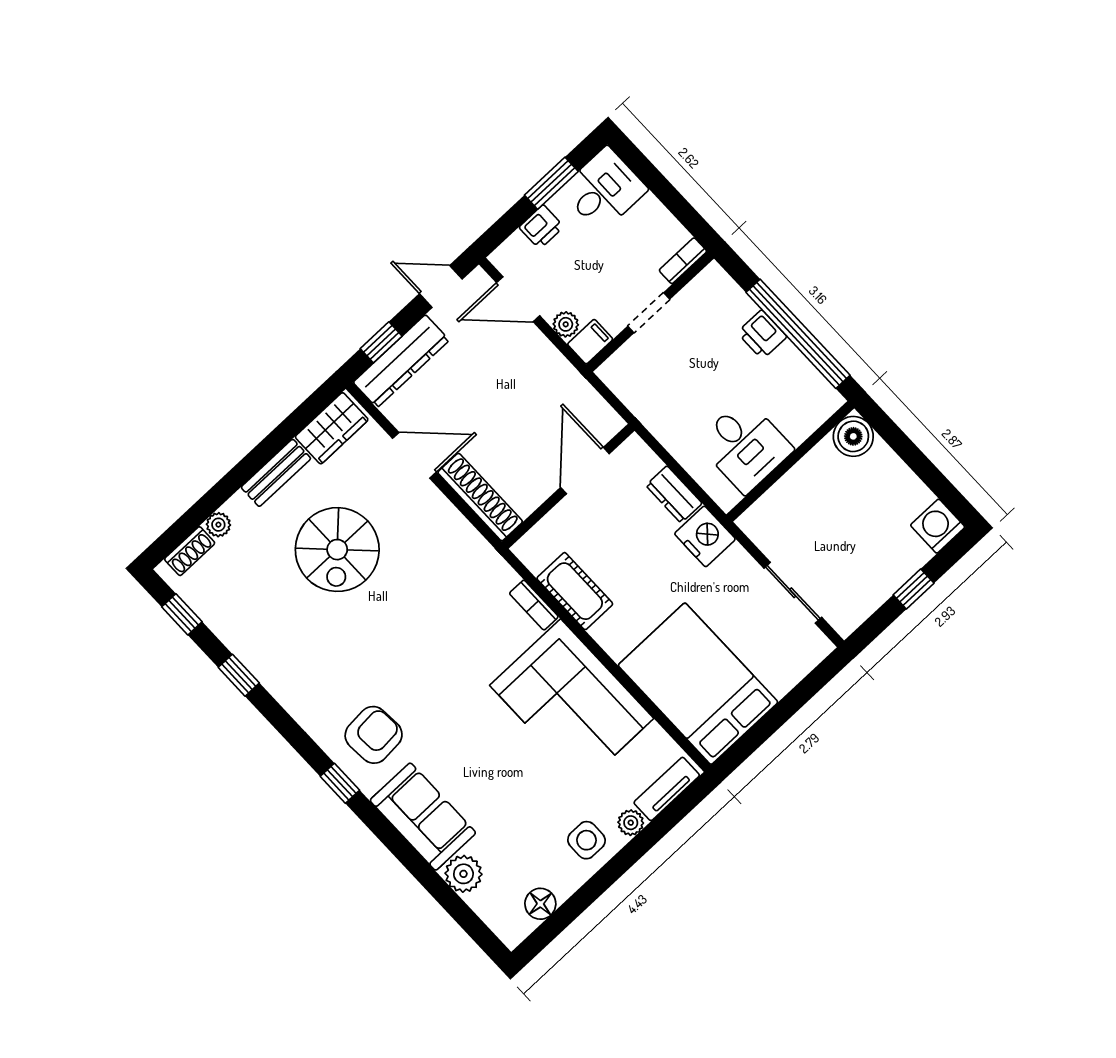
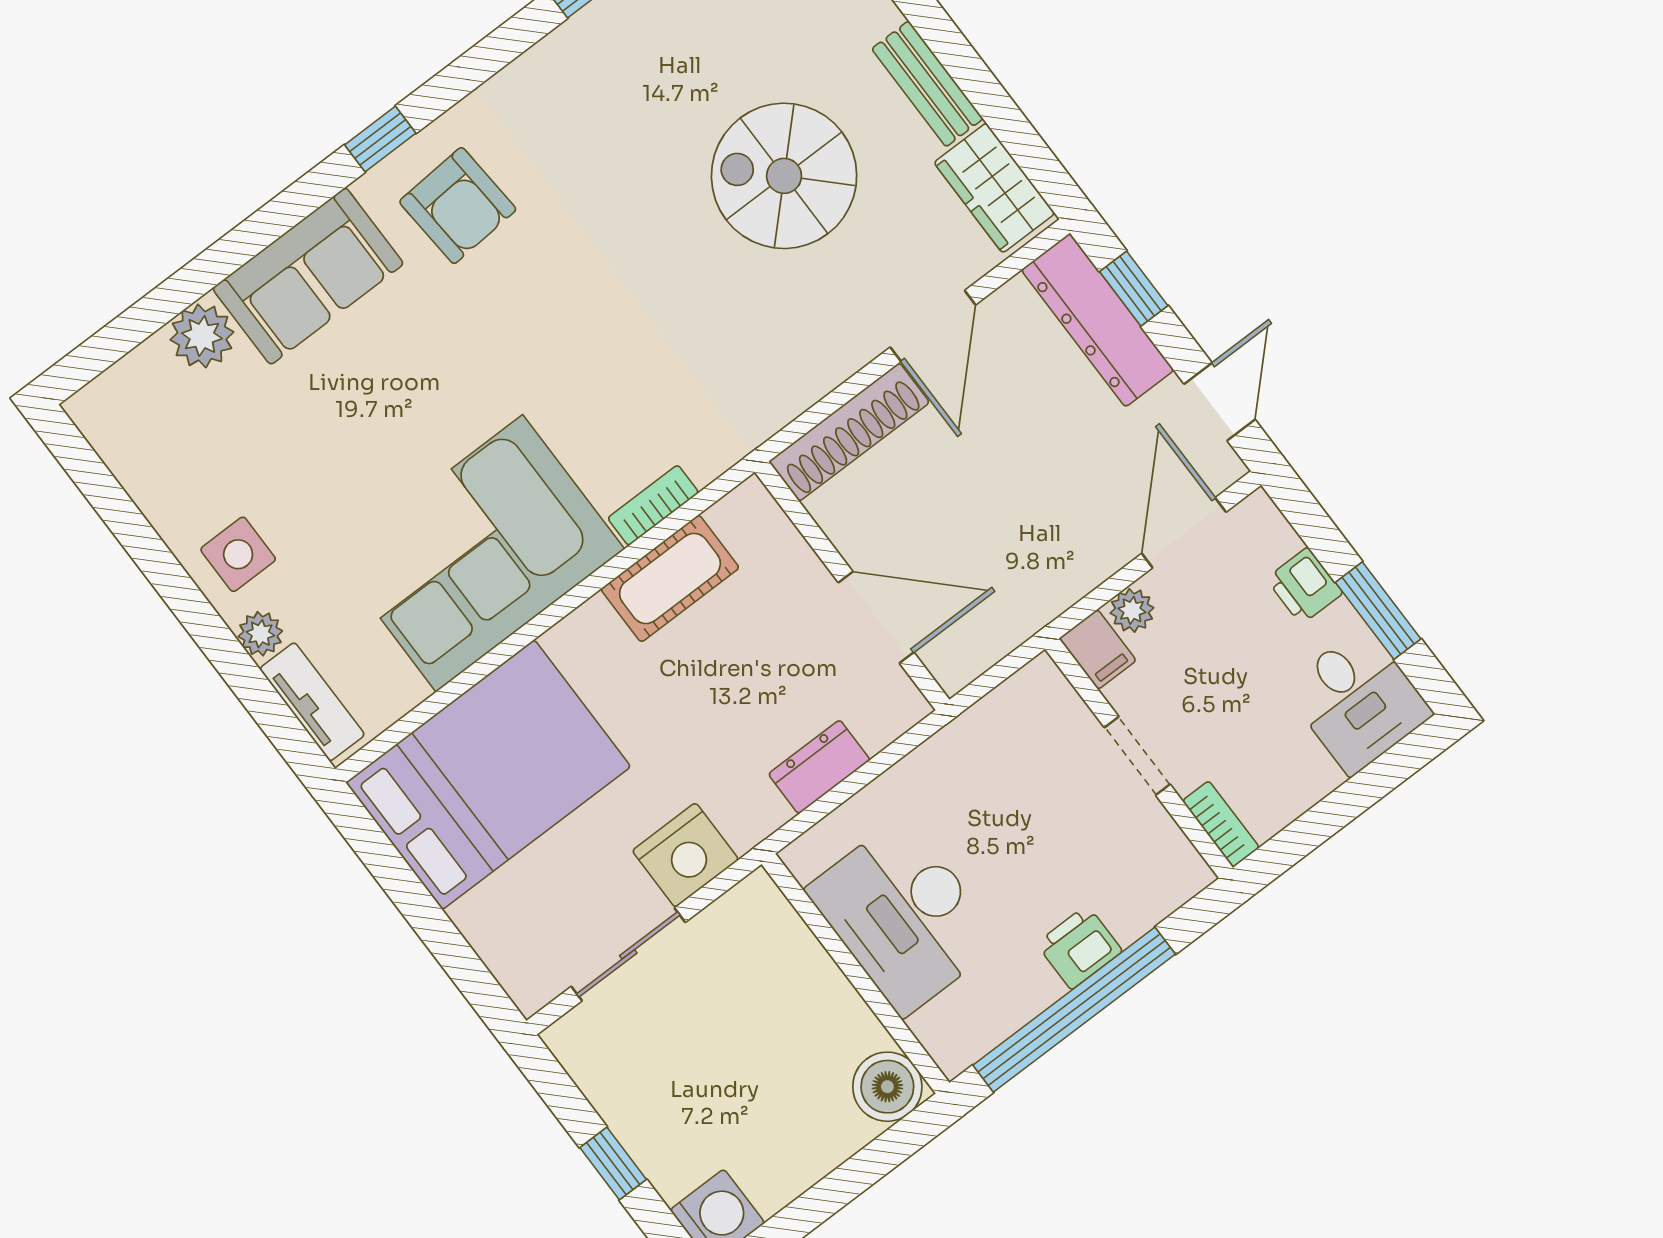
desk: (745, 446) -> (904, 916), width x1.37
nightstand: (705, 536) -> (685, 855), moved
floor lamp: (540, 904) -> (137, 463), removed

